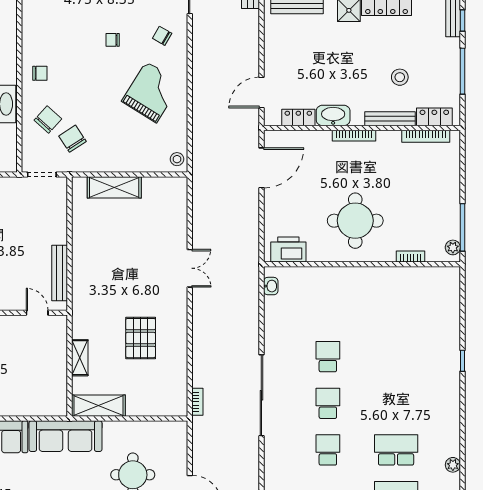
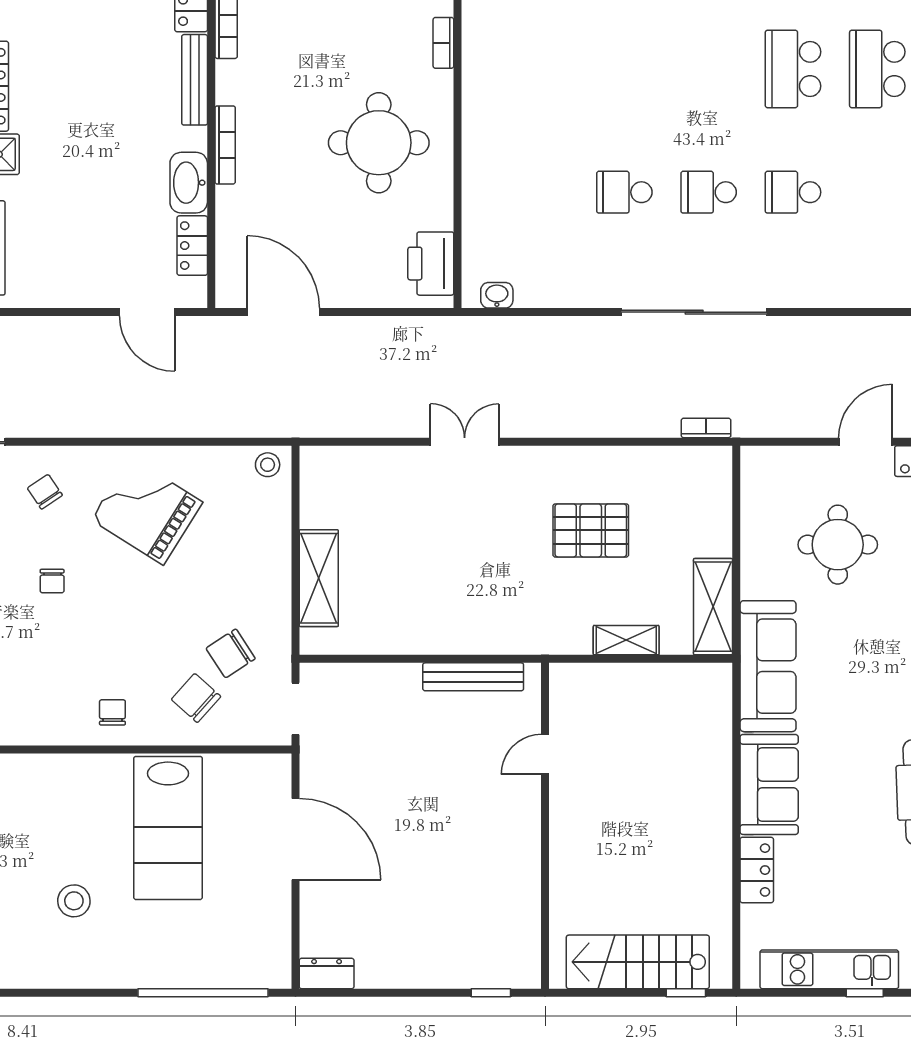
chair: (162, 36) -> (45, 492), turned 116
stool: (400, 77) -> (119, 62), removed
door: (37, 313) -> (545, 754), moved

